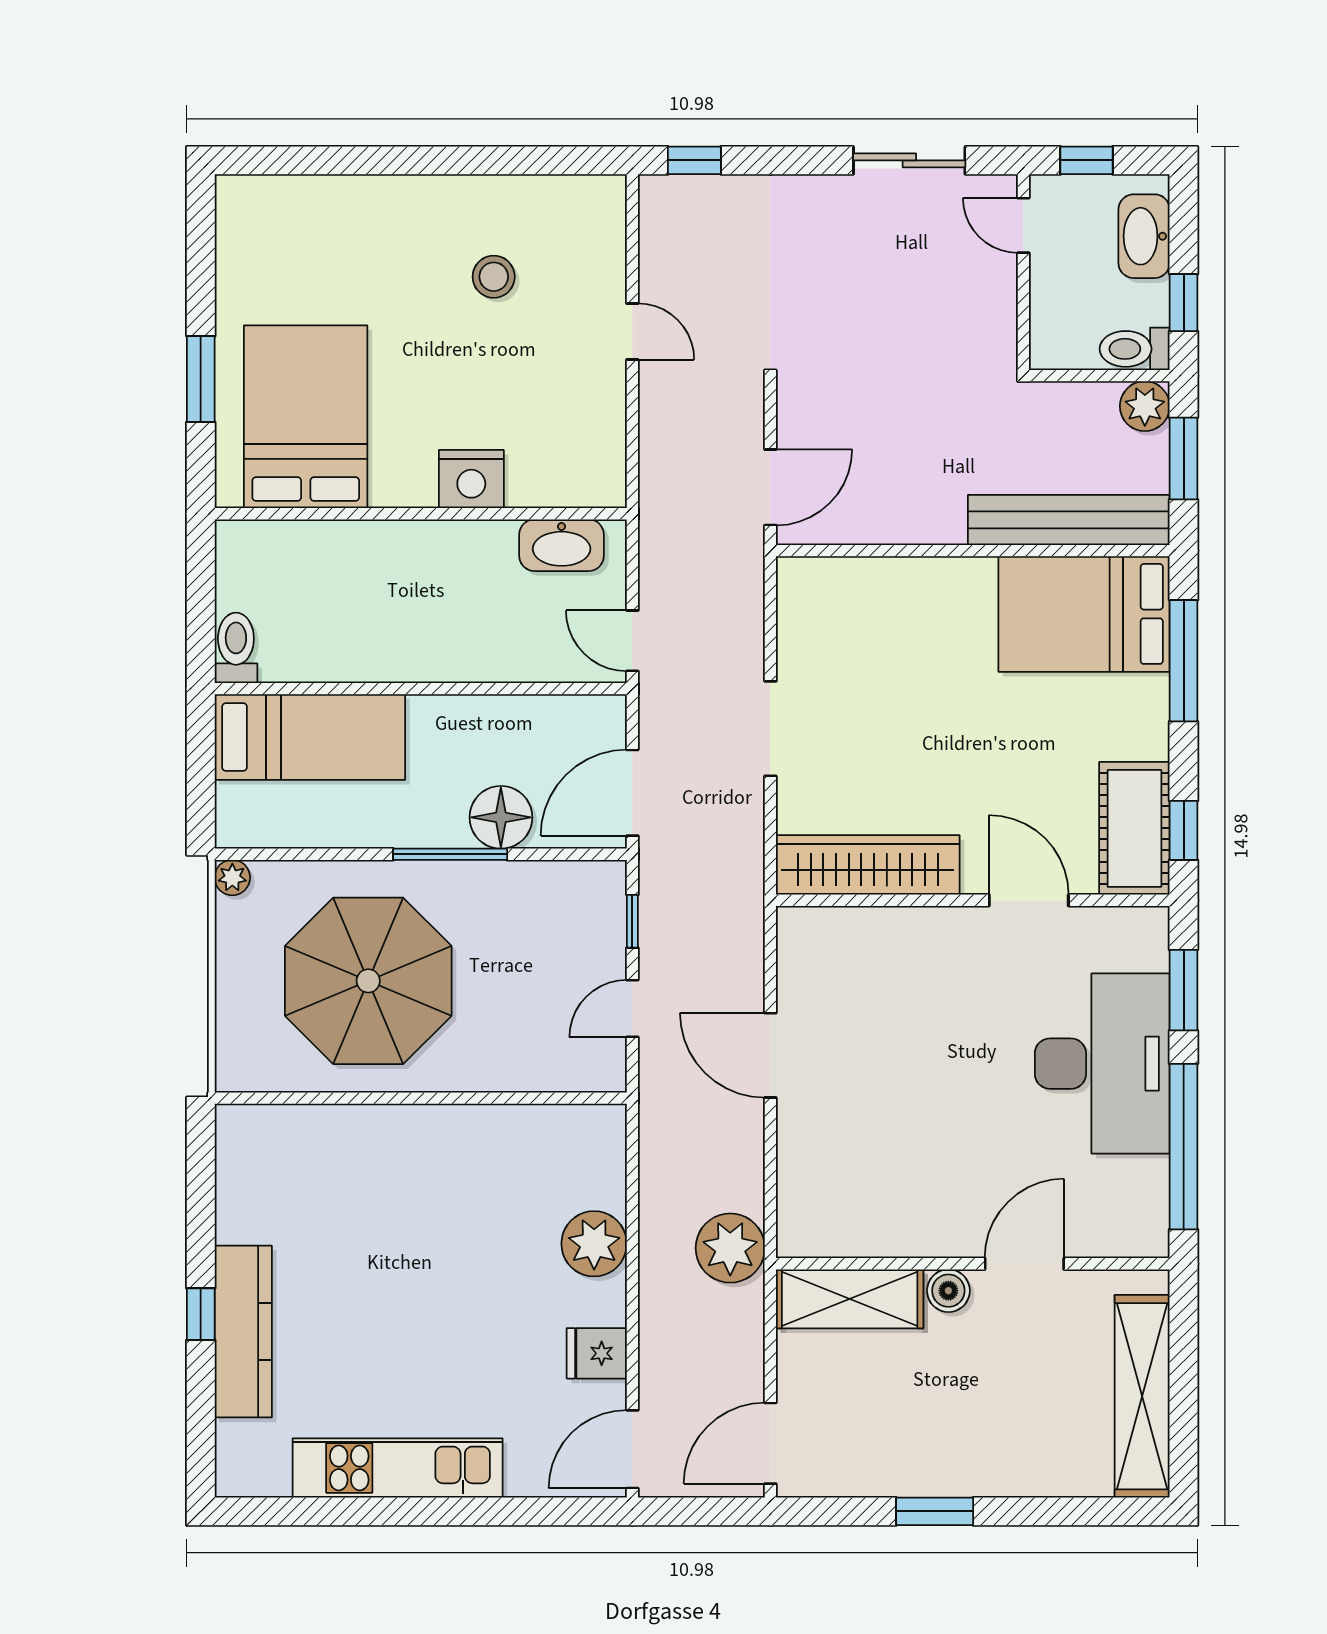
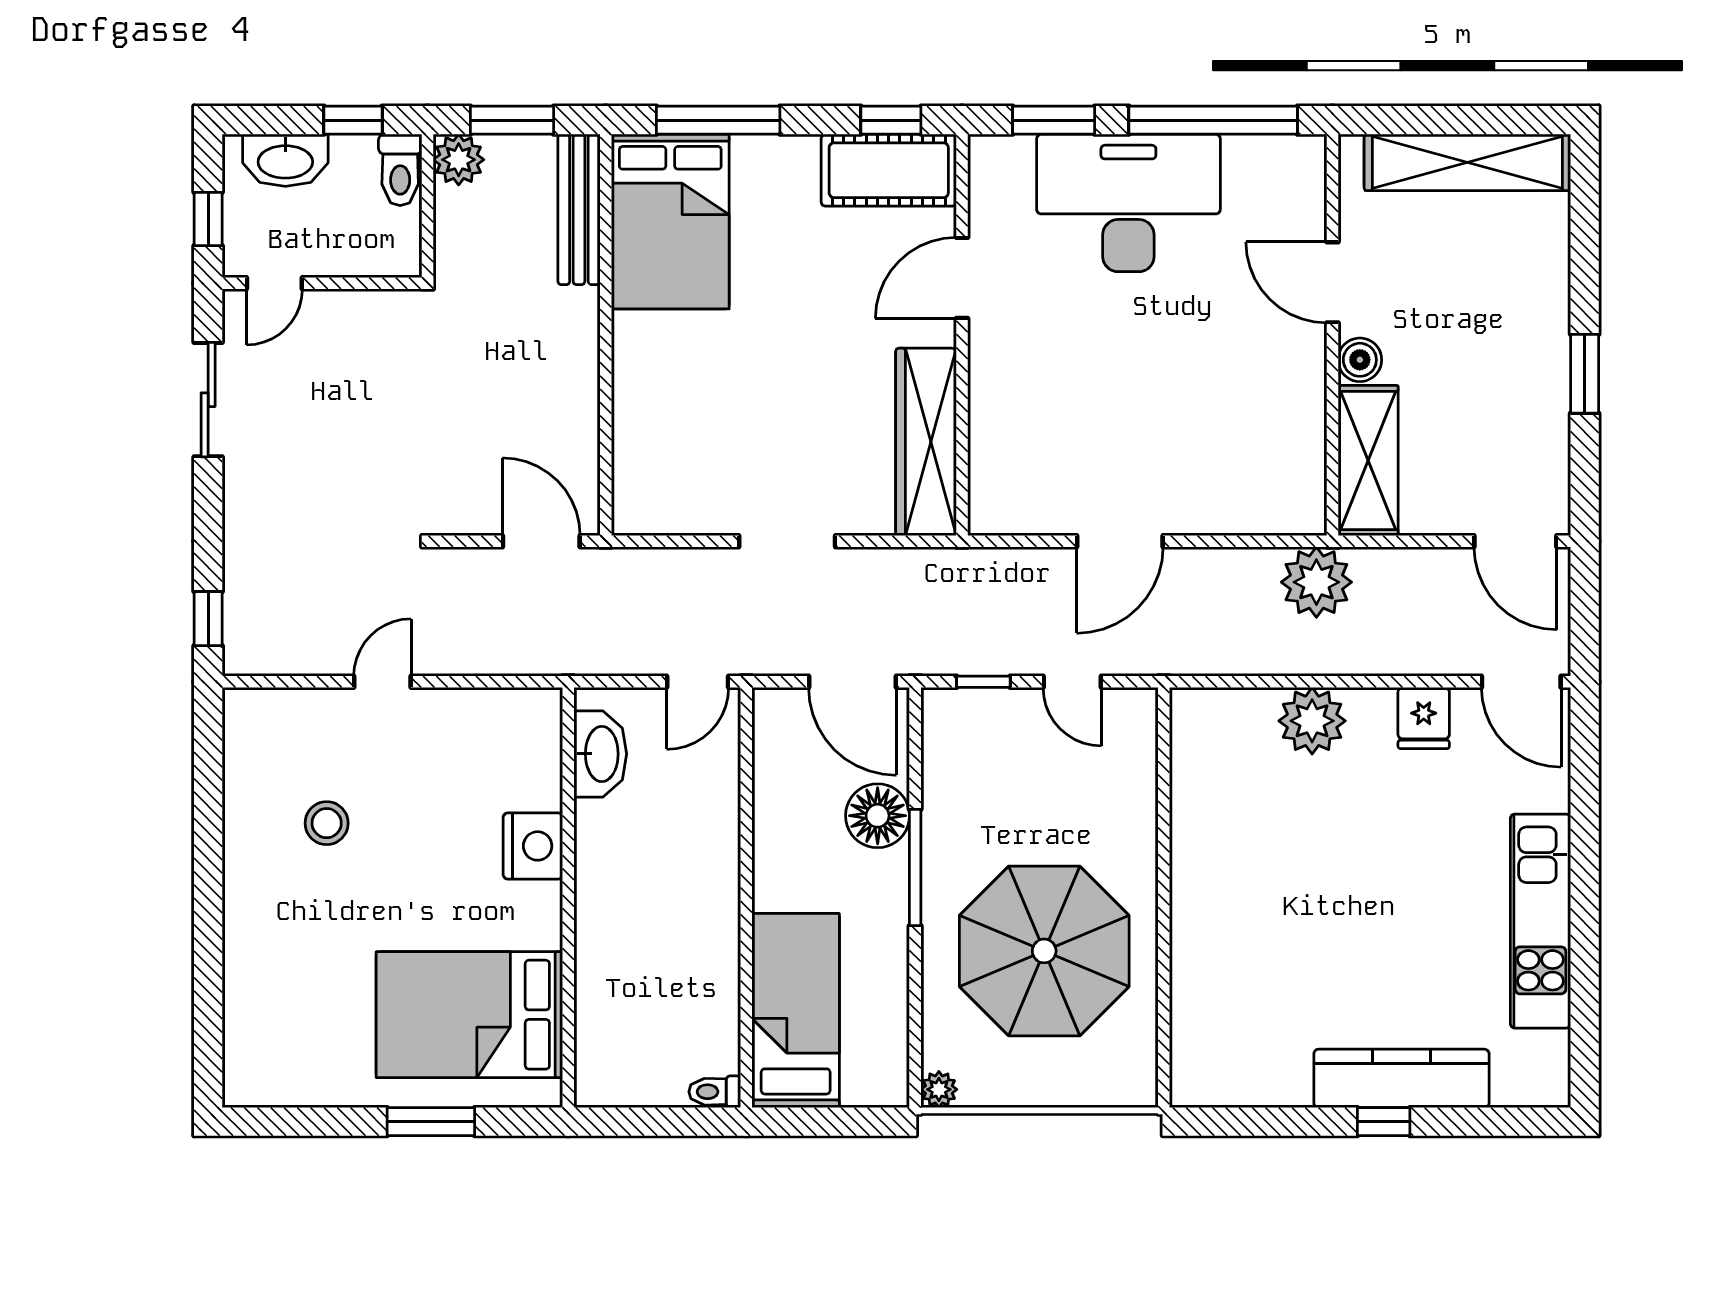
bench: (1069, 520) -> (579, 209), width x0.73, depth x0.82
toilet: (236, 648) -> (715, 1092), width x0.73, depth x0.72

